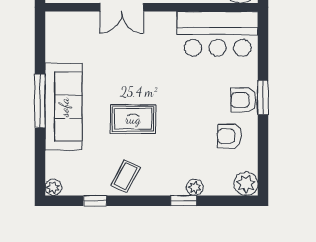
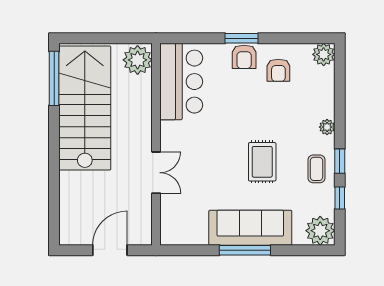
coffee table: (126, 176) -> (317, 169), turned 62
plant: (53, 187) -> (320, 231), width x1.88, depth x1.88
plant: (195, 187) -> (327, 127), moved
window: (184, 201) -> (340, 161), moved

